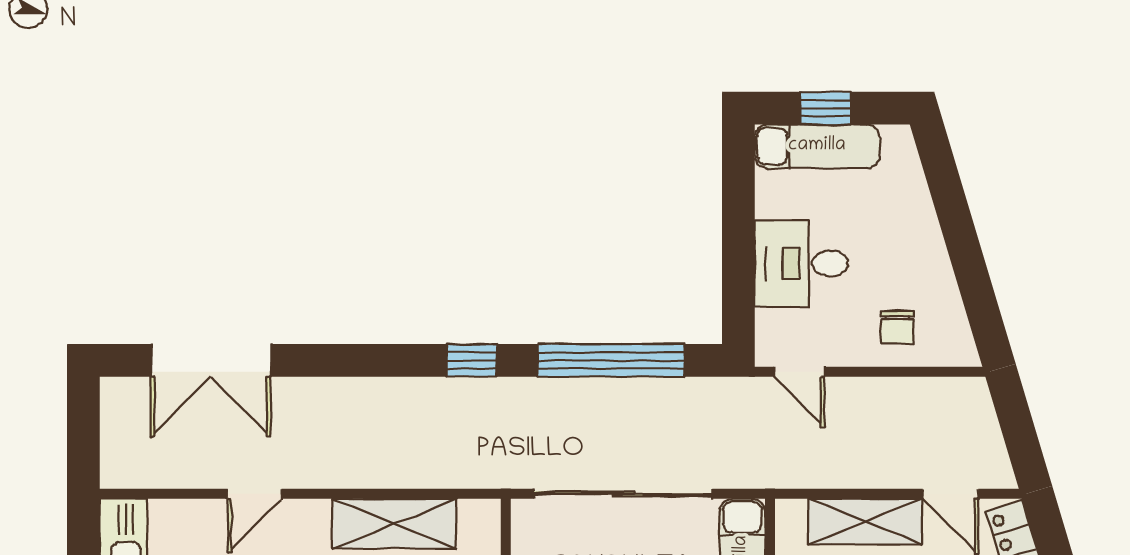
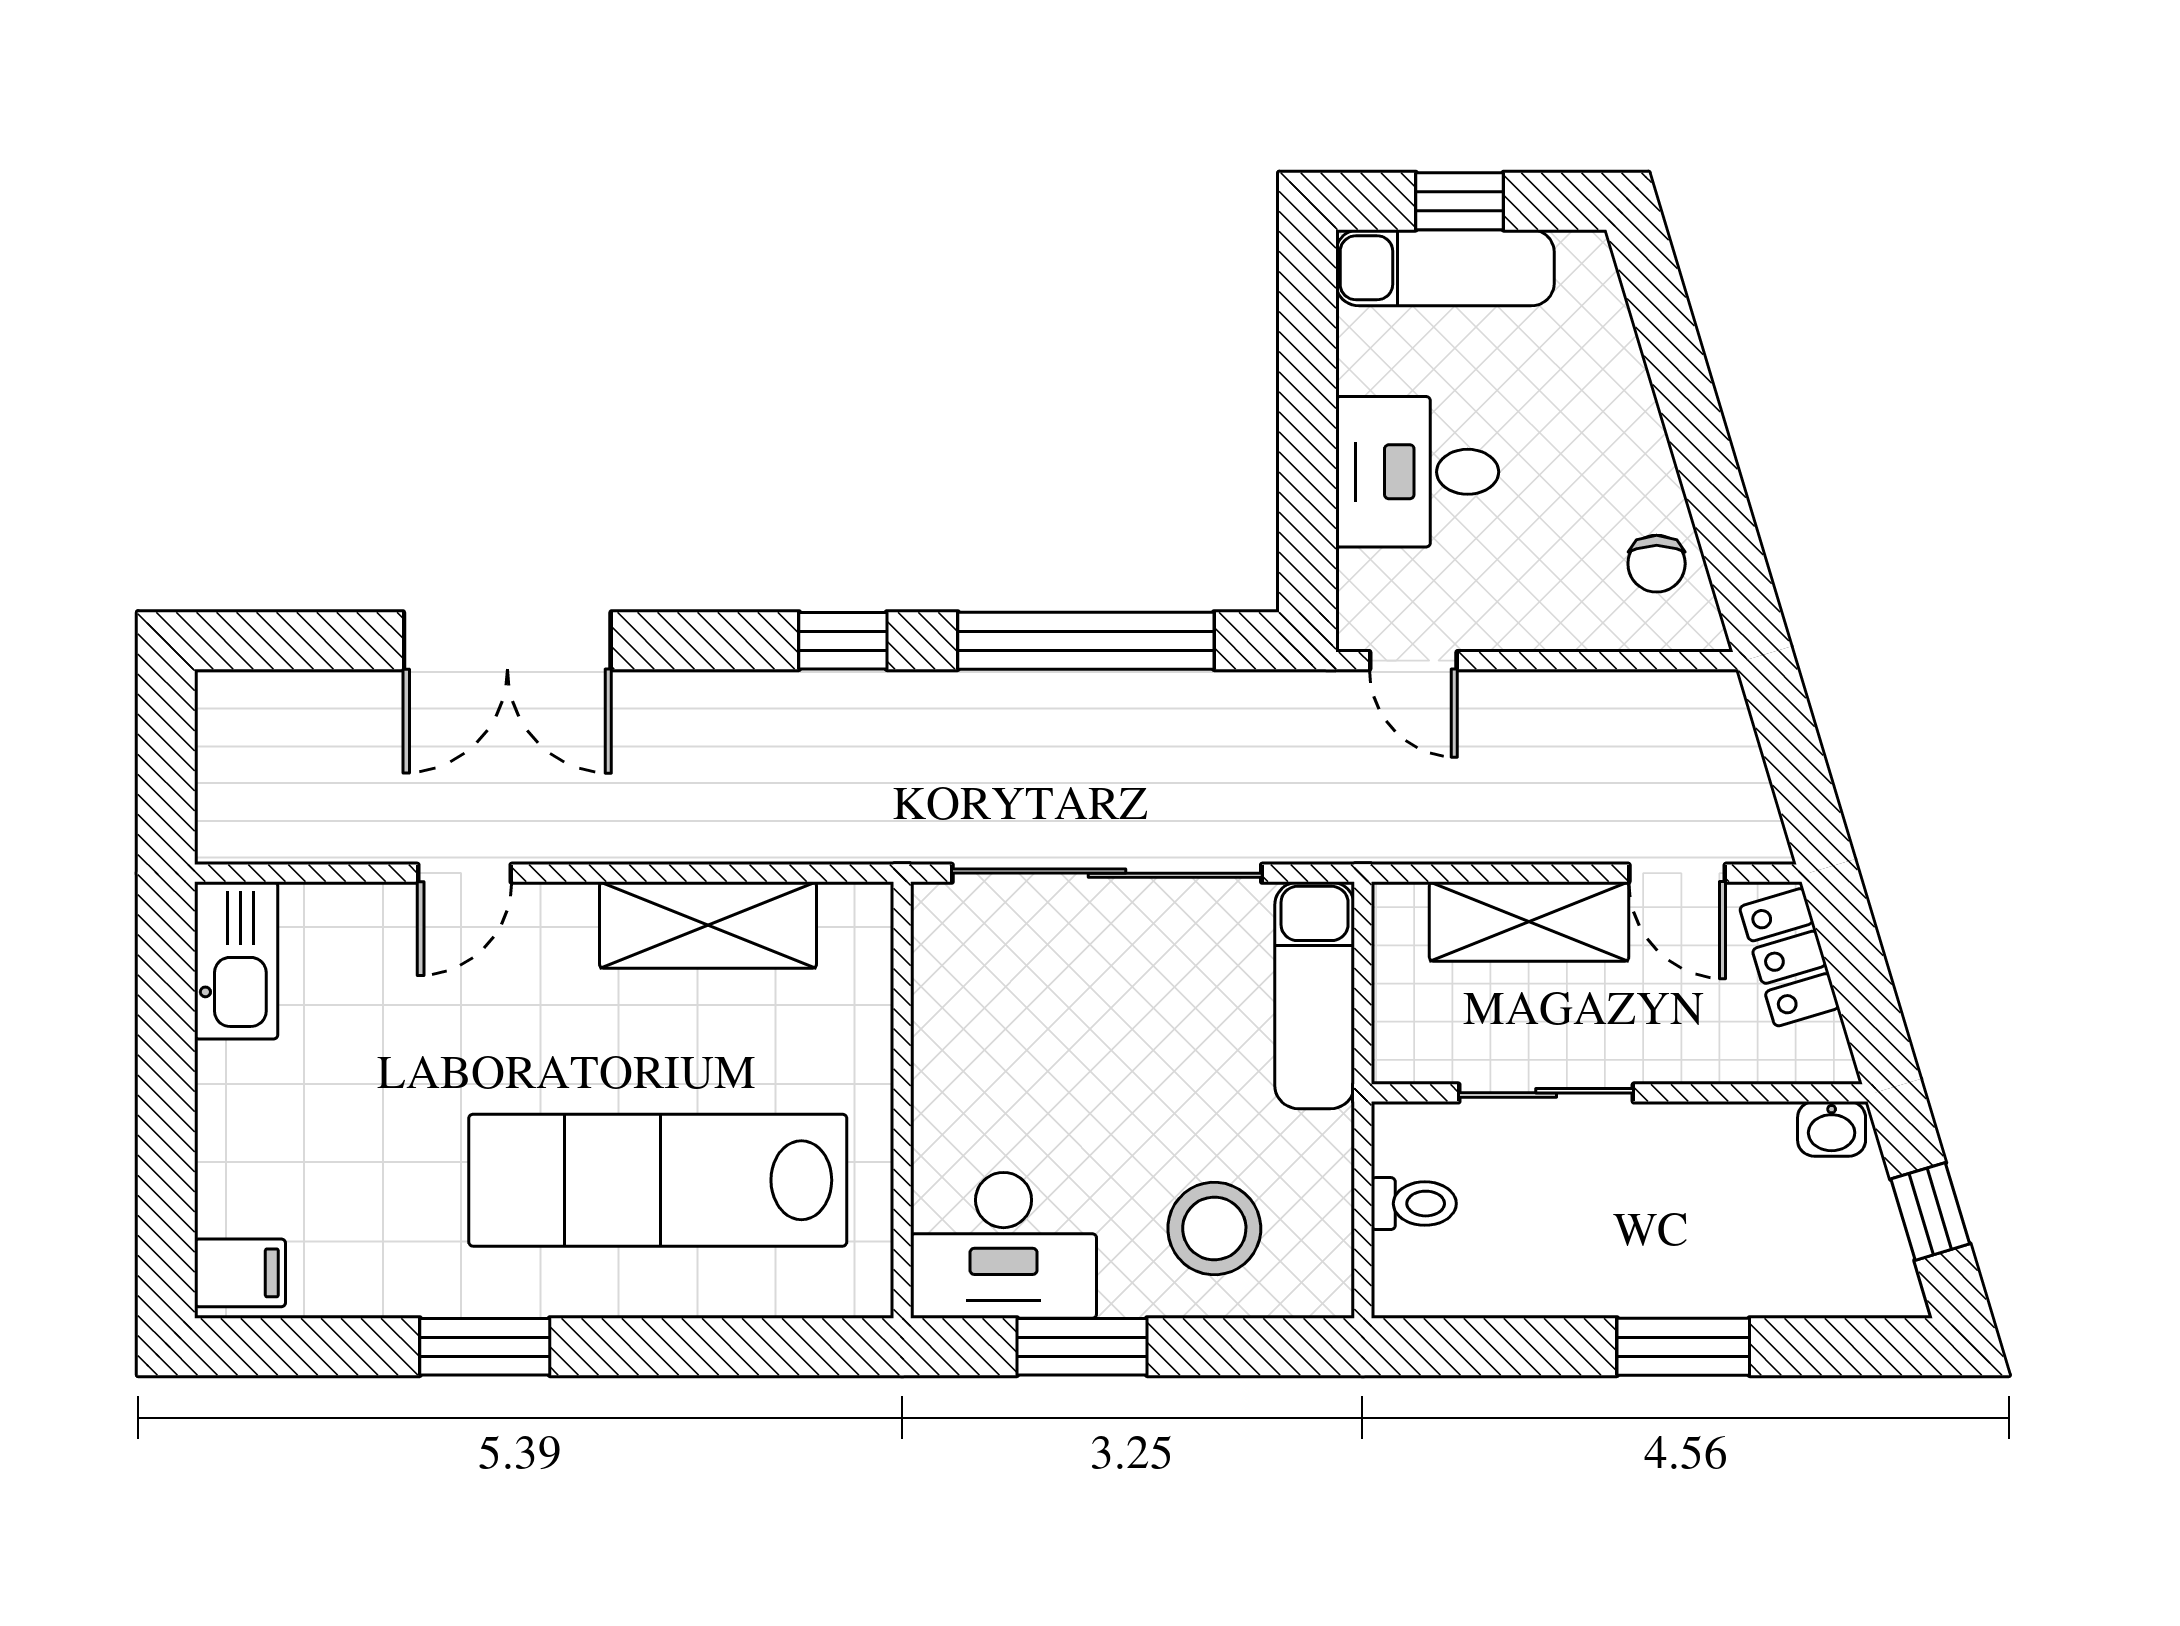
chair: (897, 327) -> (1657, 564), moved
double door: (211, 360) -> (507, 641), moved

